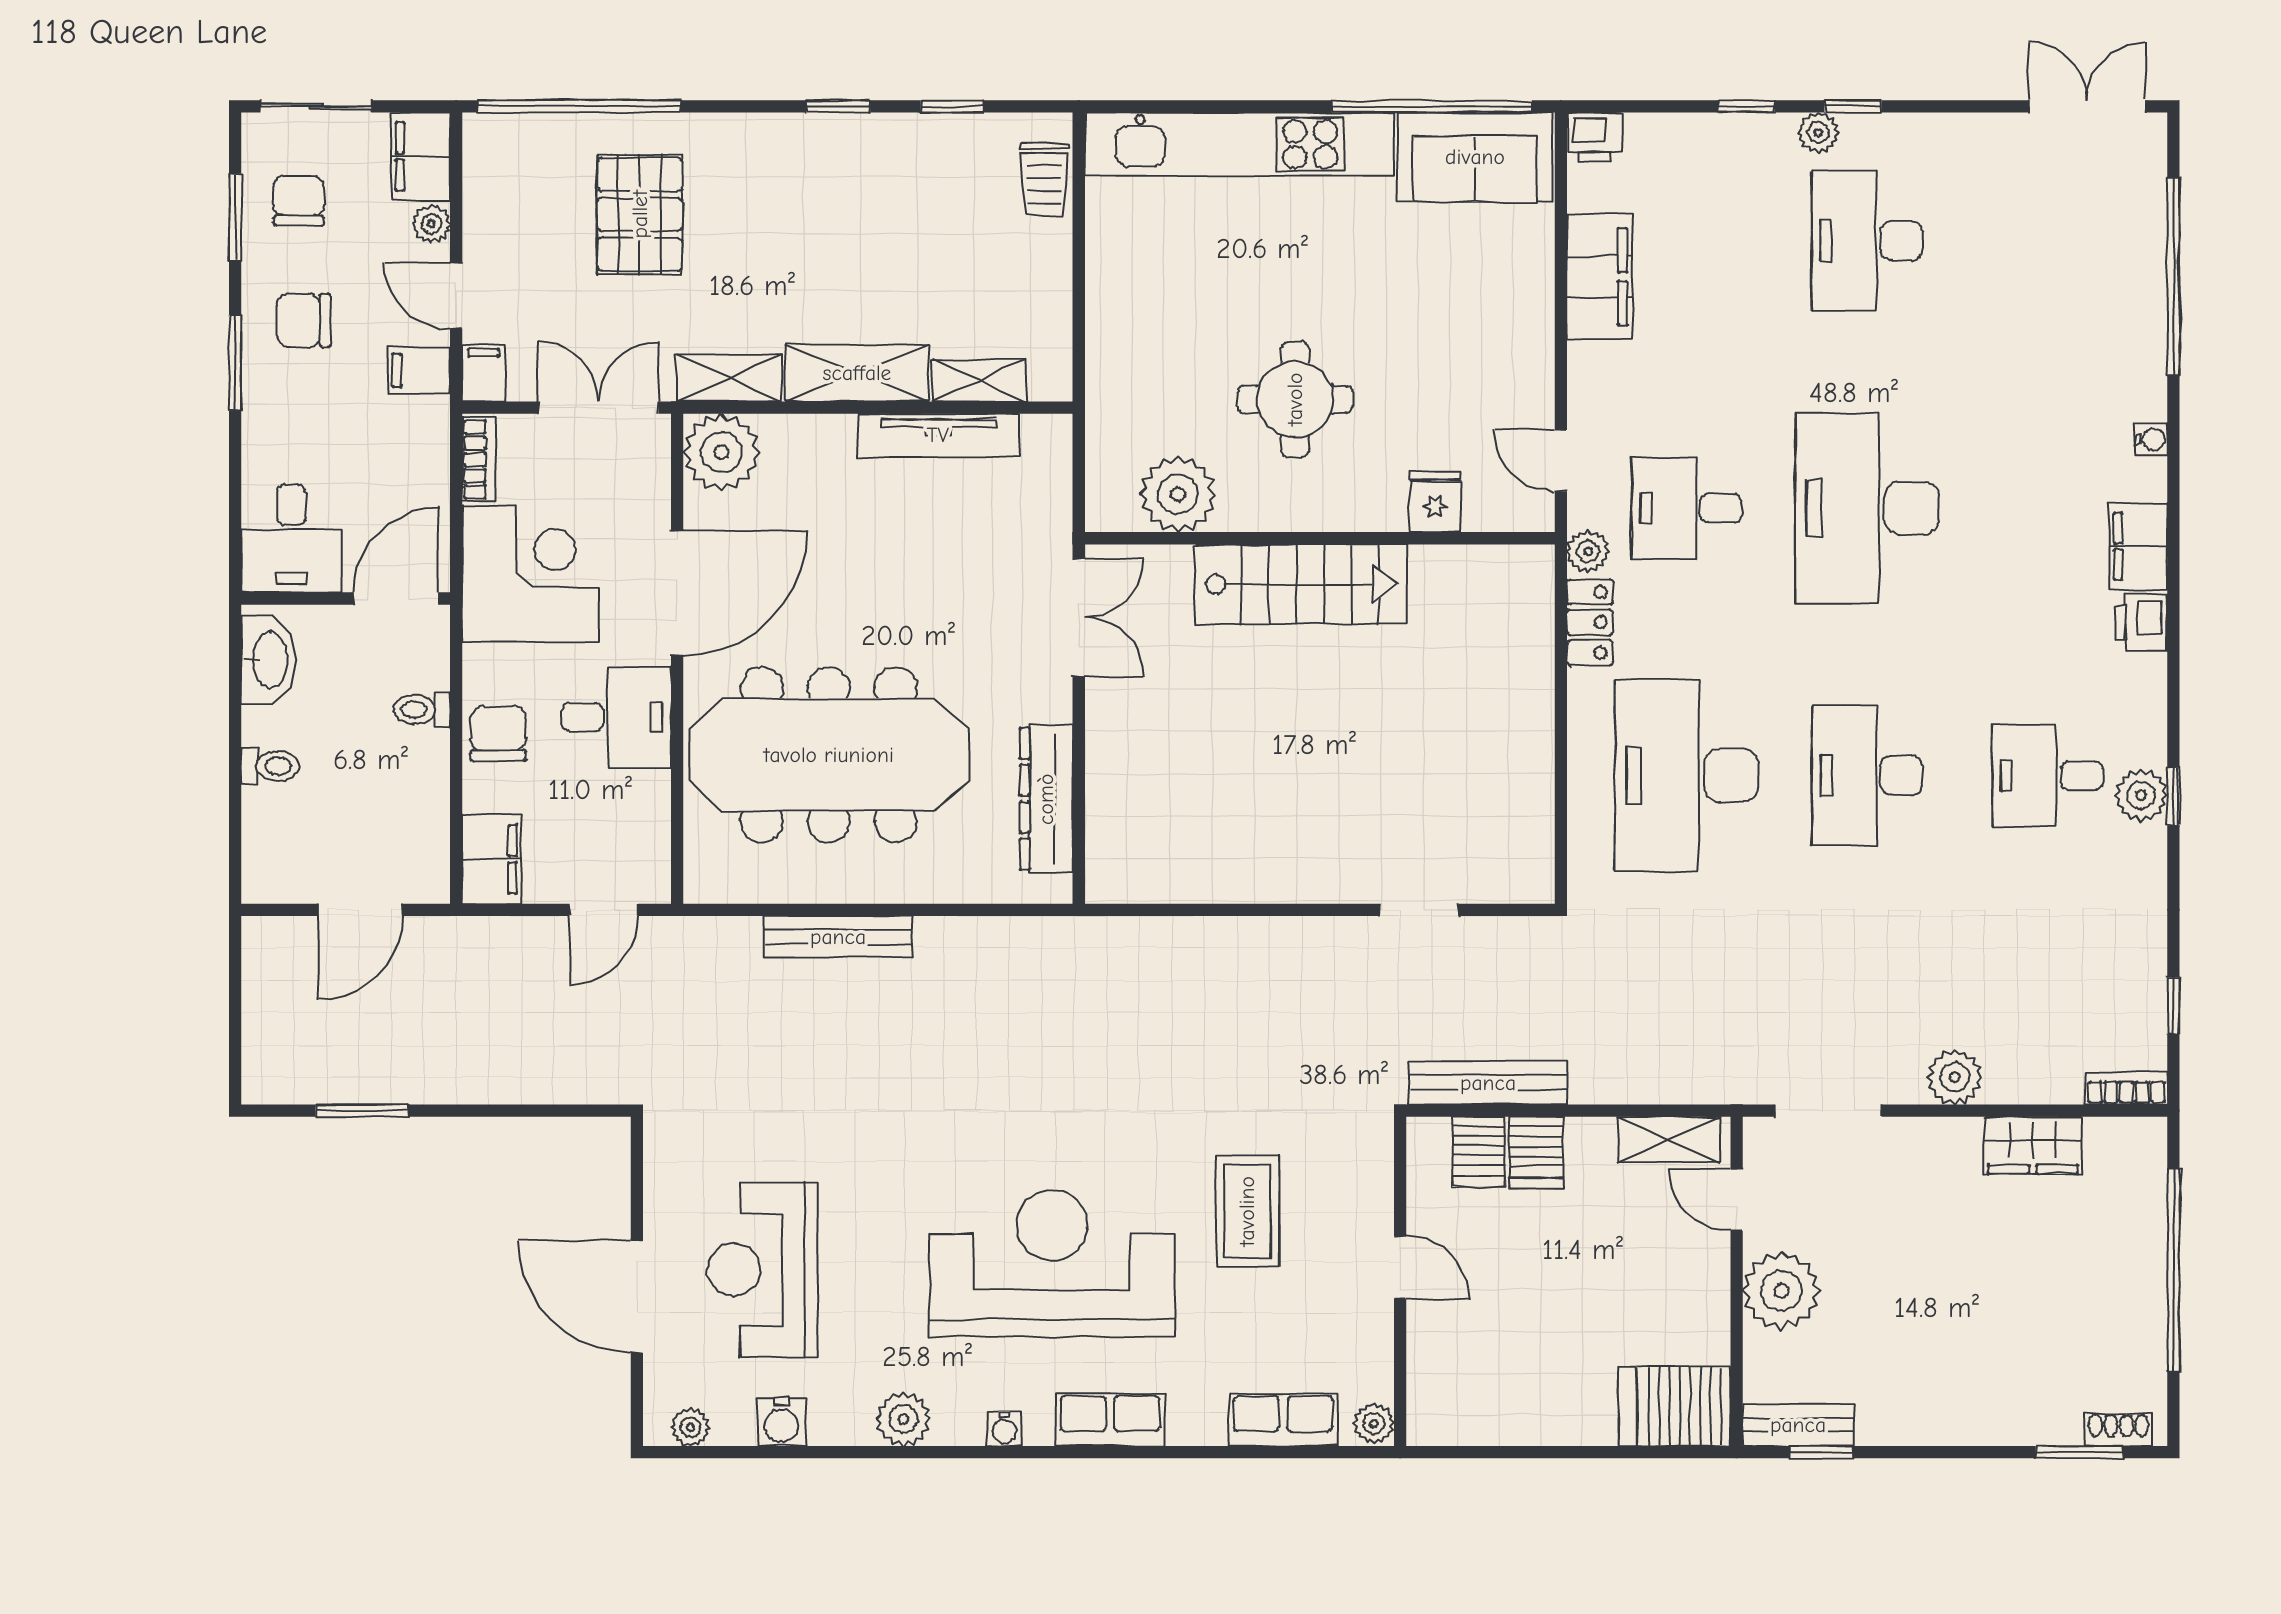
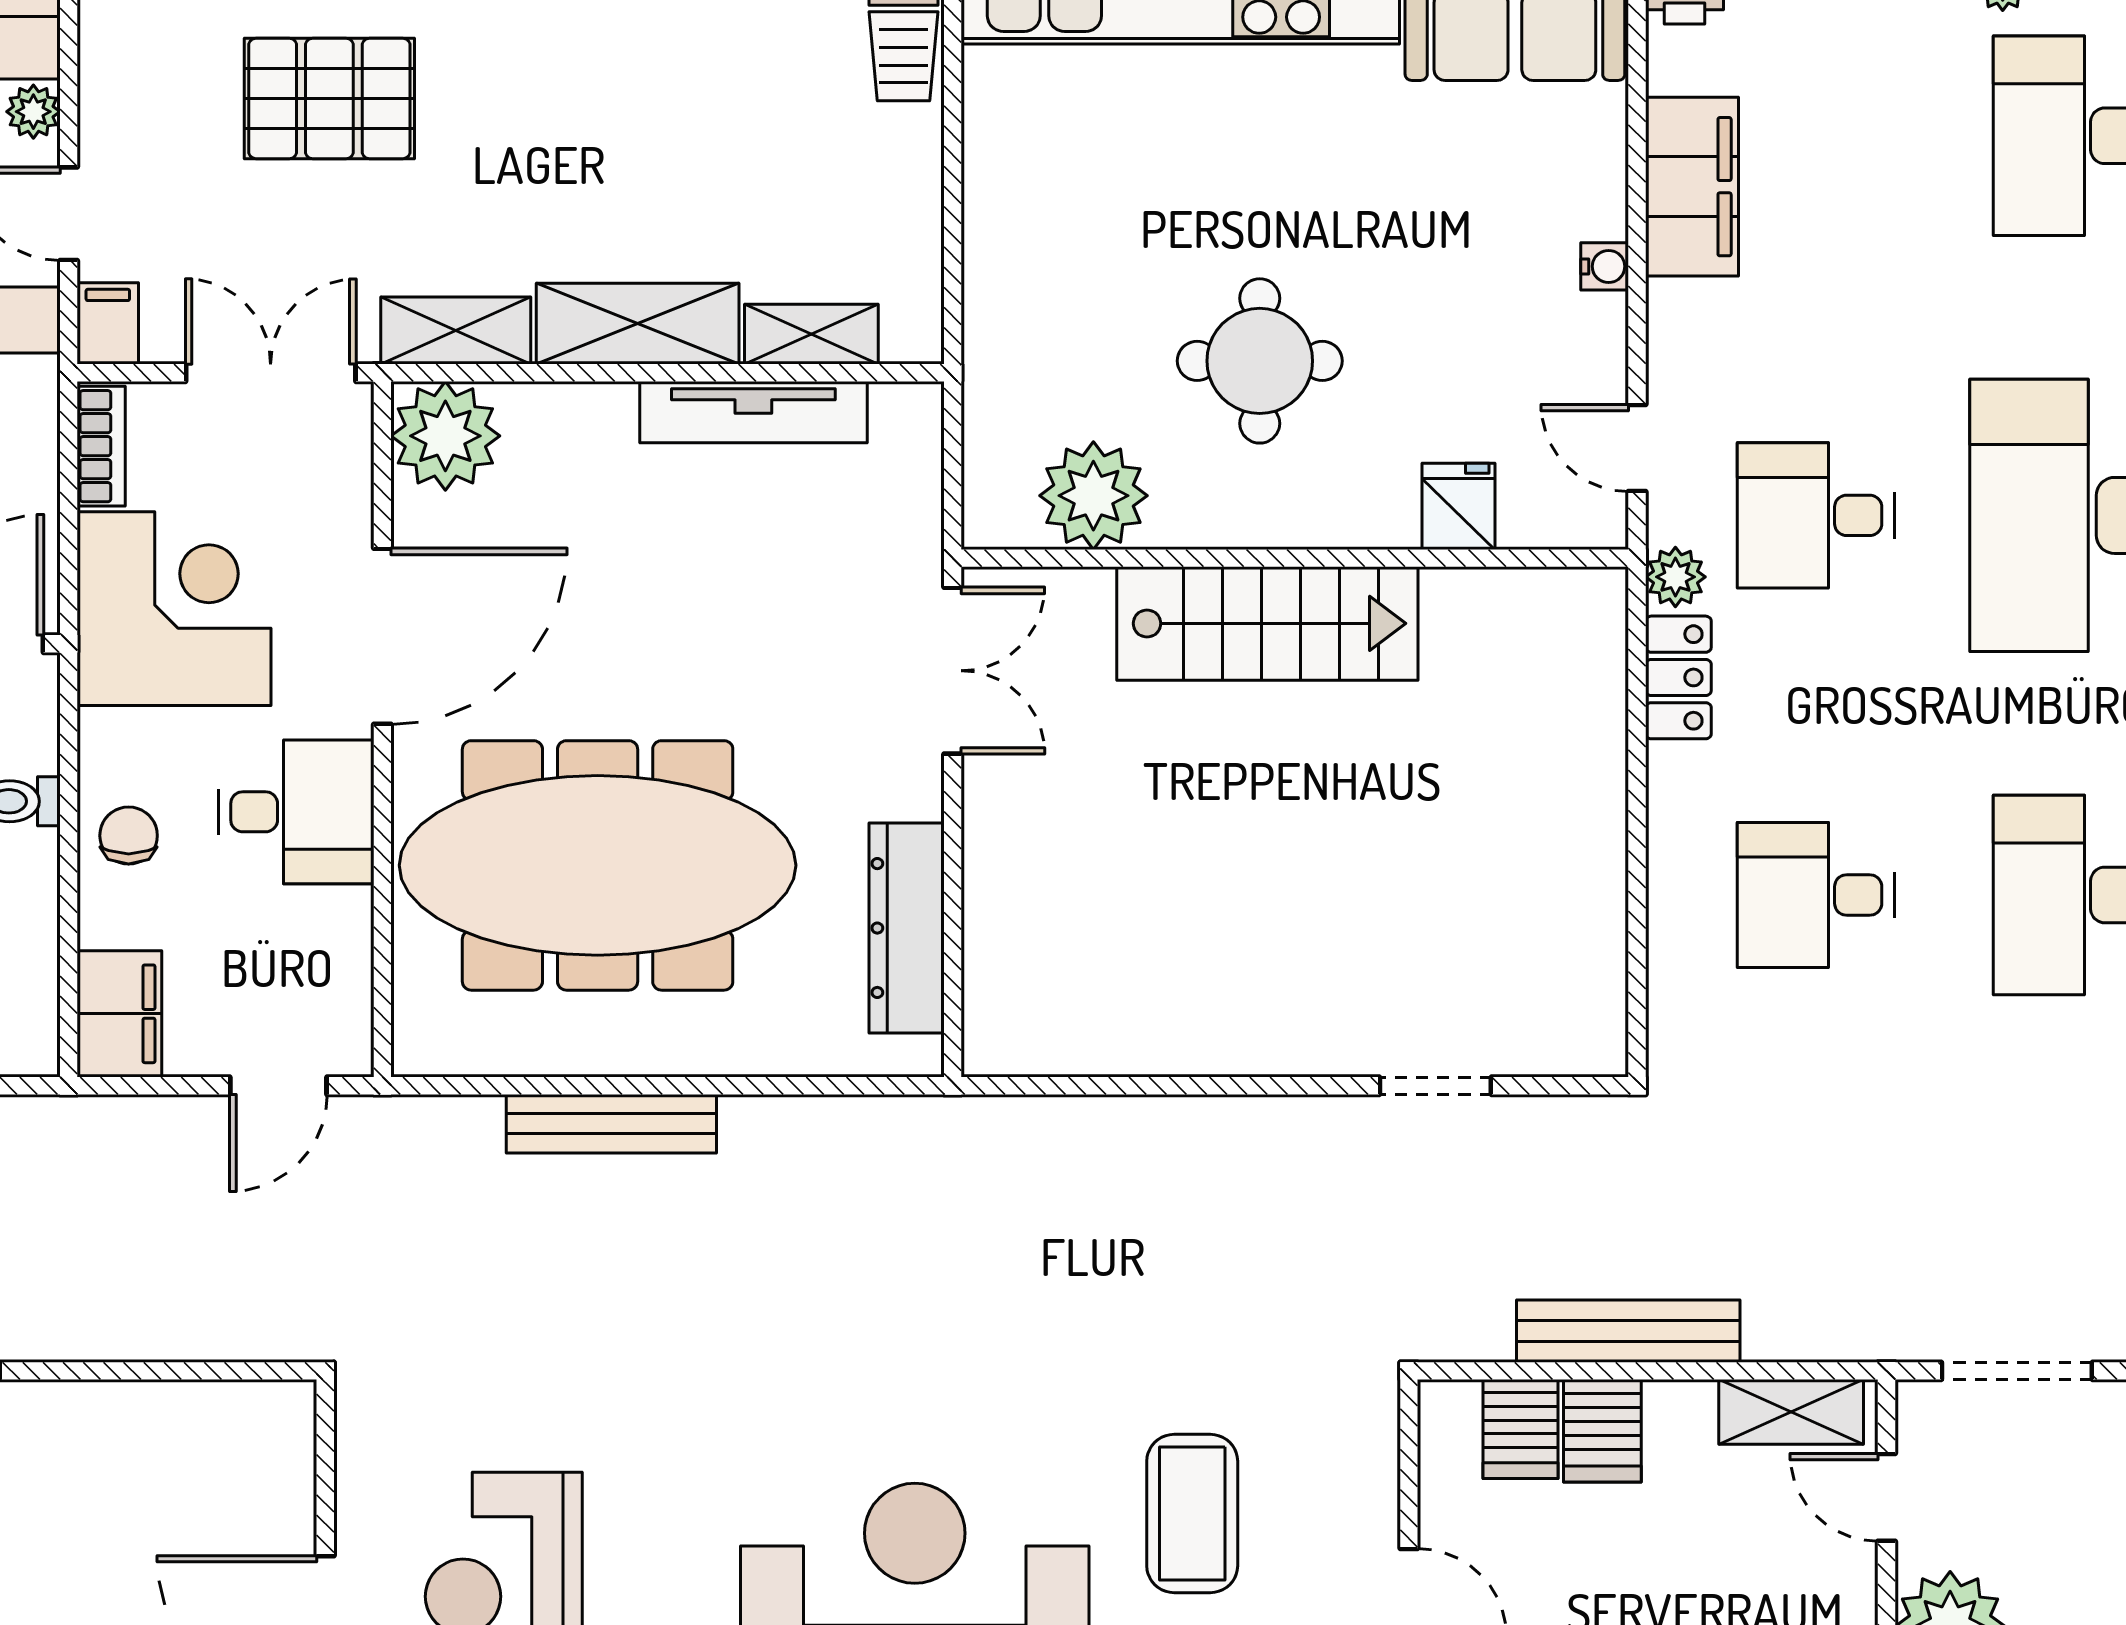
pallet: (640, 214) -> (329, 98), turned 90
water cooler: (1538, 333) -> (1605, 266), added
chair: (498, 734) -> (129, 836), width x0.73, depth x0.73
desk: (1687, 776) -> (1816, 895), width x0.53, depth x0.77
bench: (1488, 1083) -> (1628, 1331), moved

